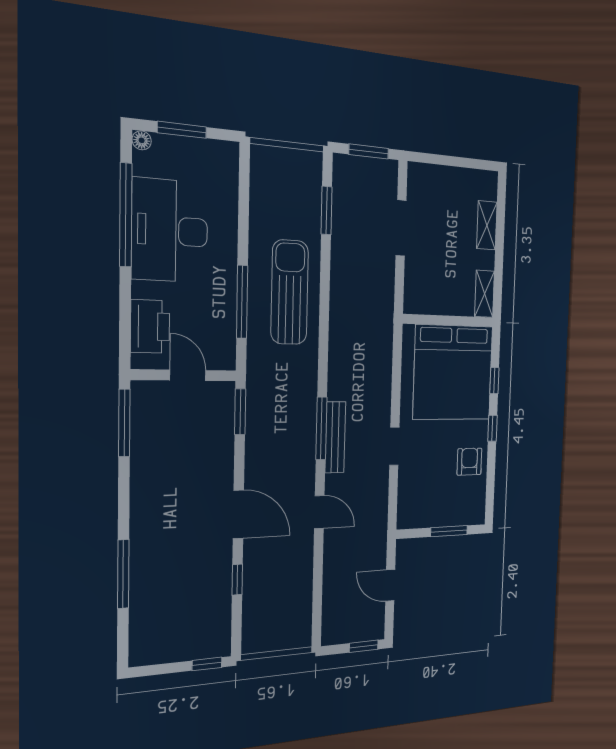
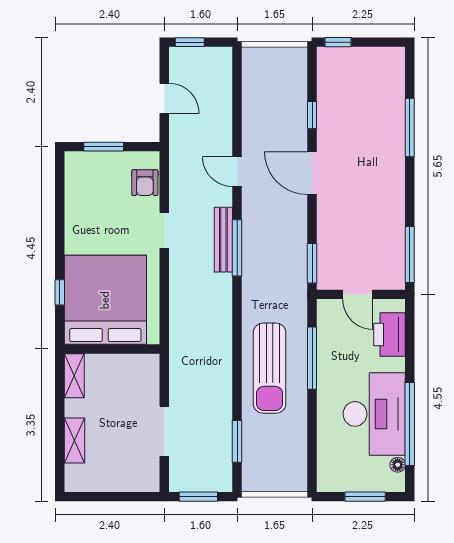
floor lamp: (142, 140) -> (398, 465), moved
window: (492, 428) -> (60, 246), removed
armchair: (469, 462) -> (145, 183), moved

